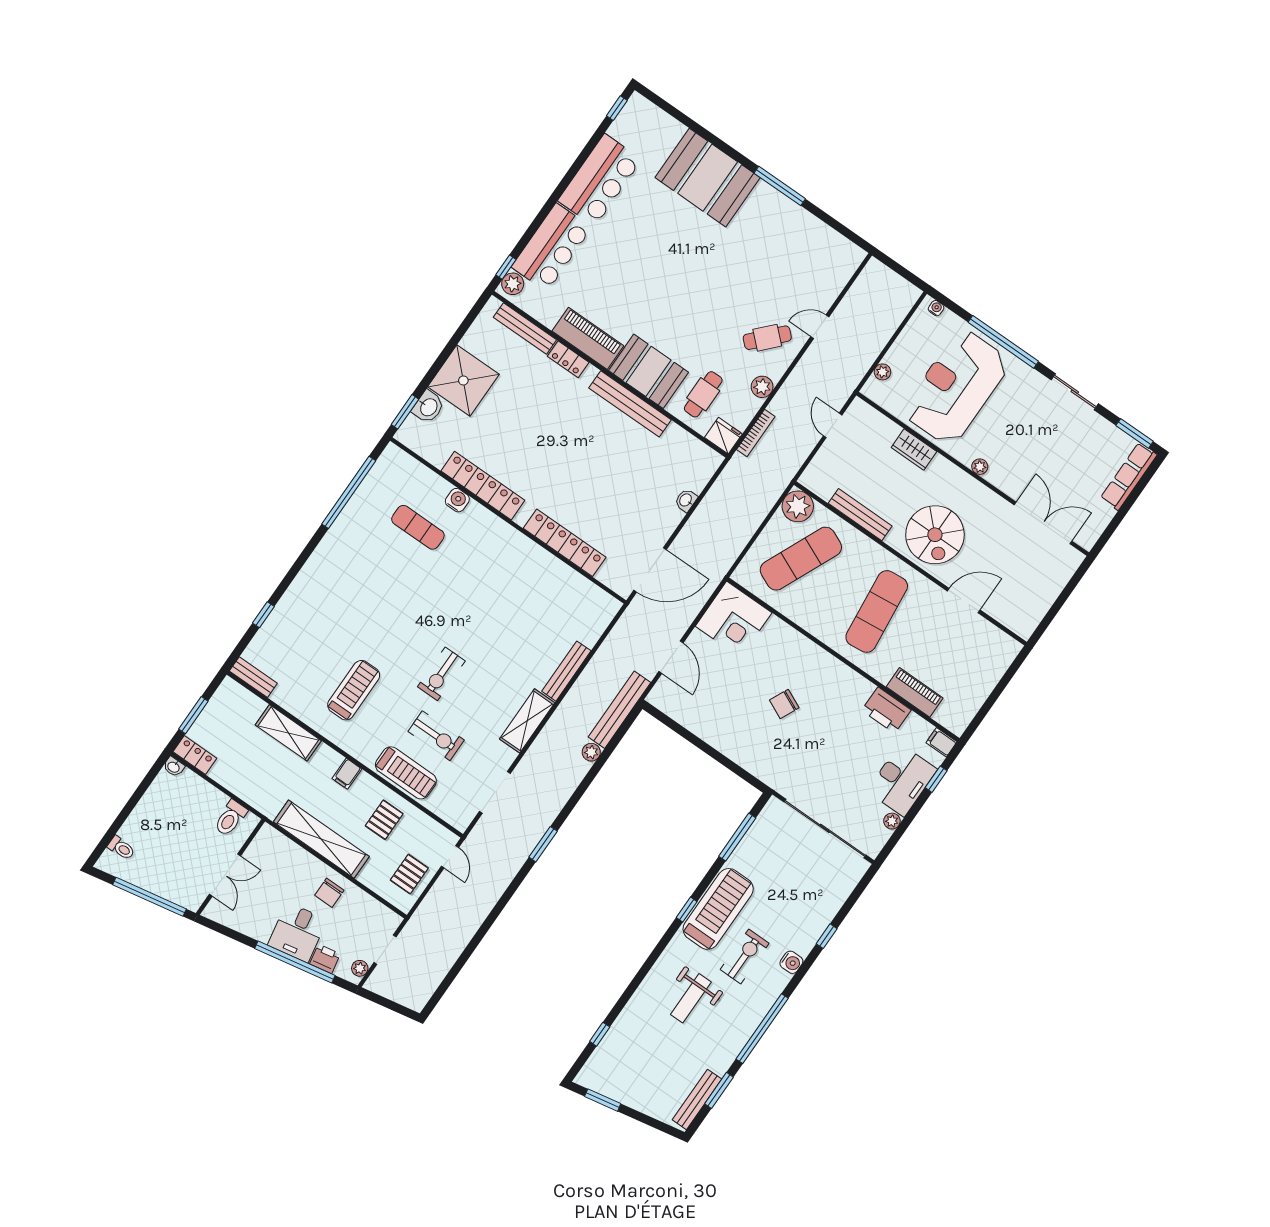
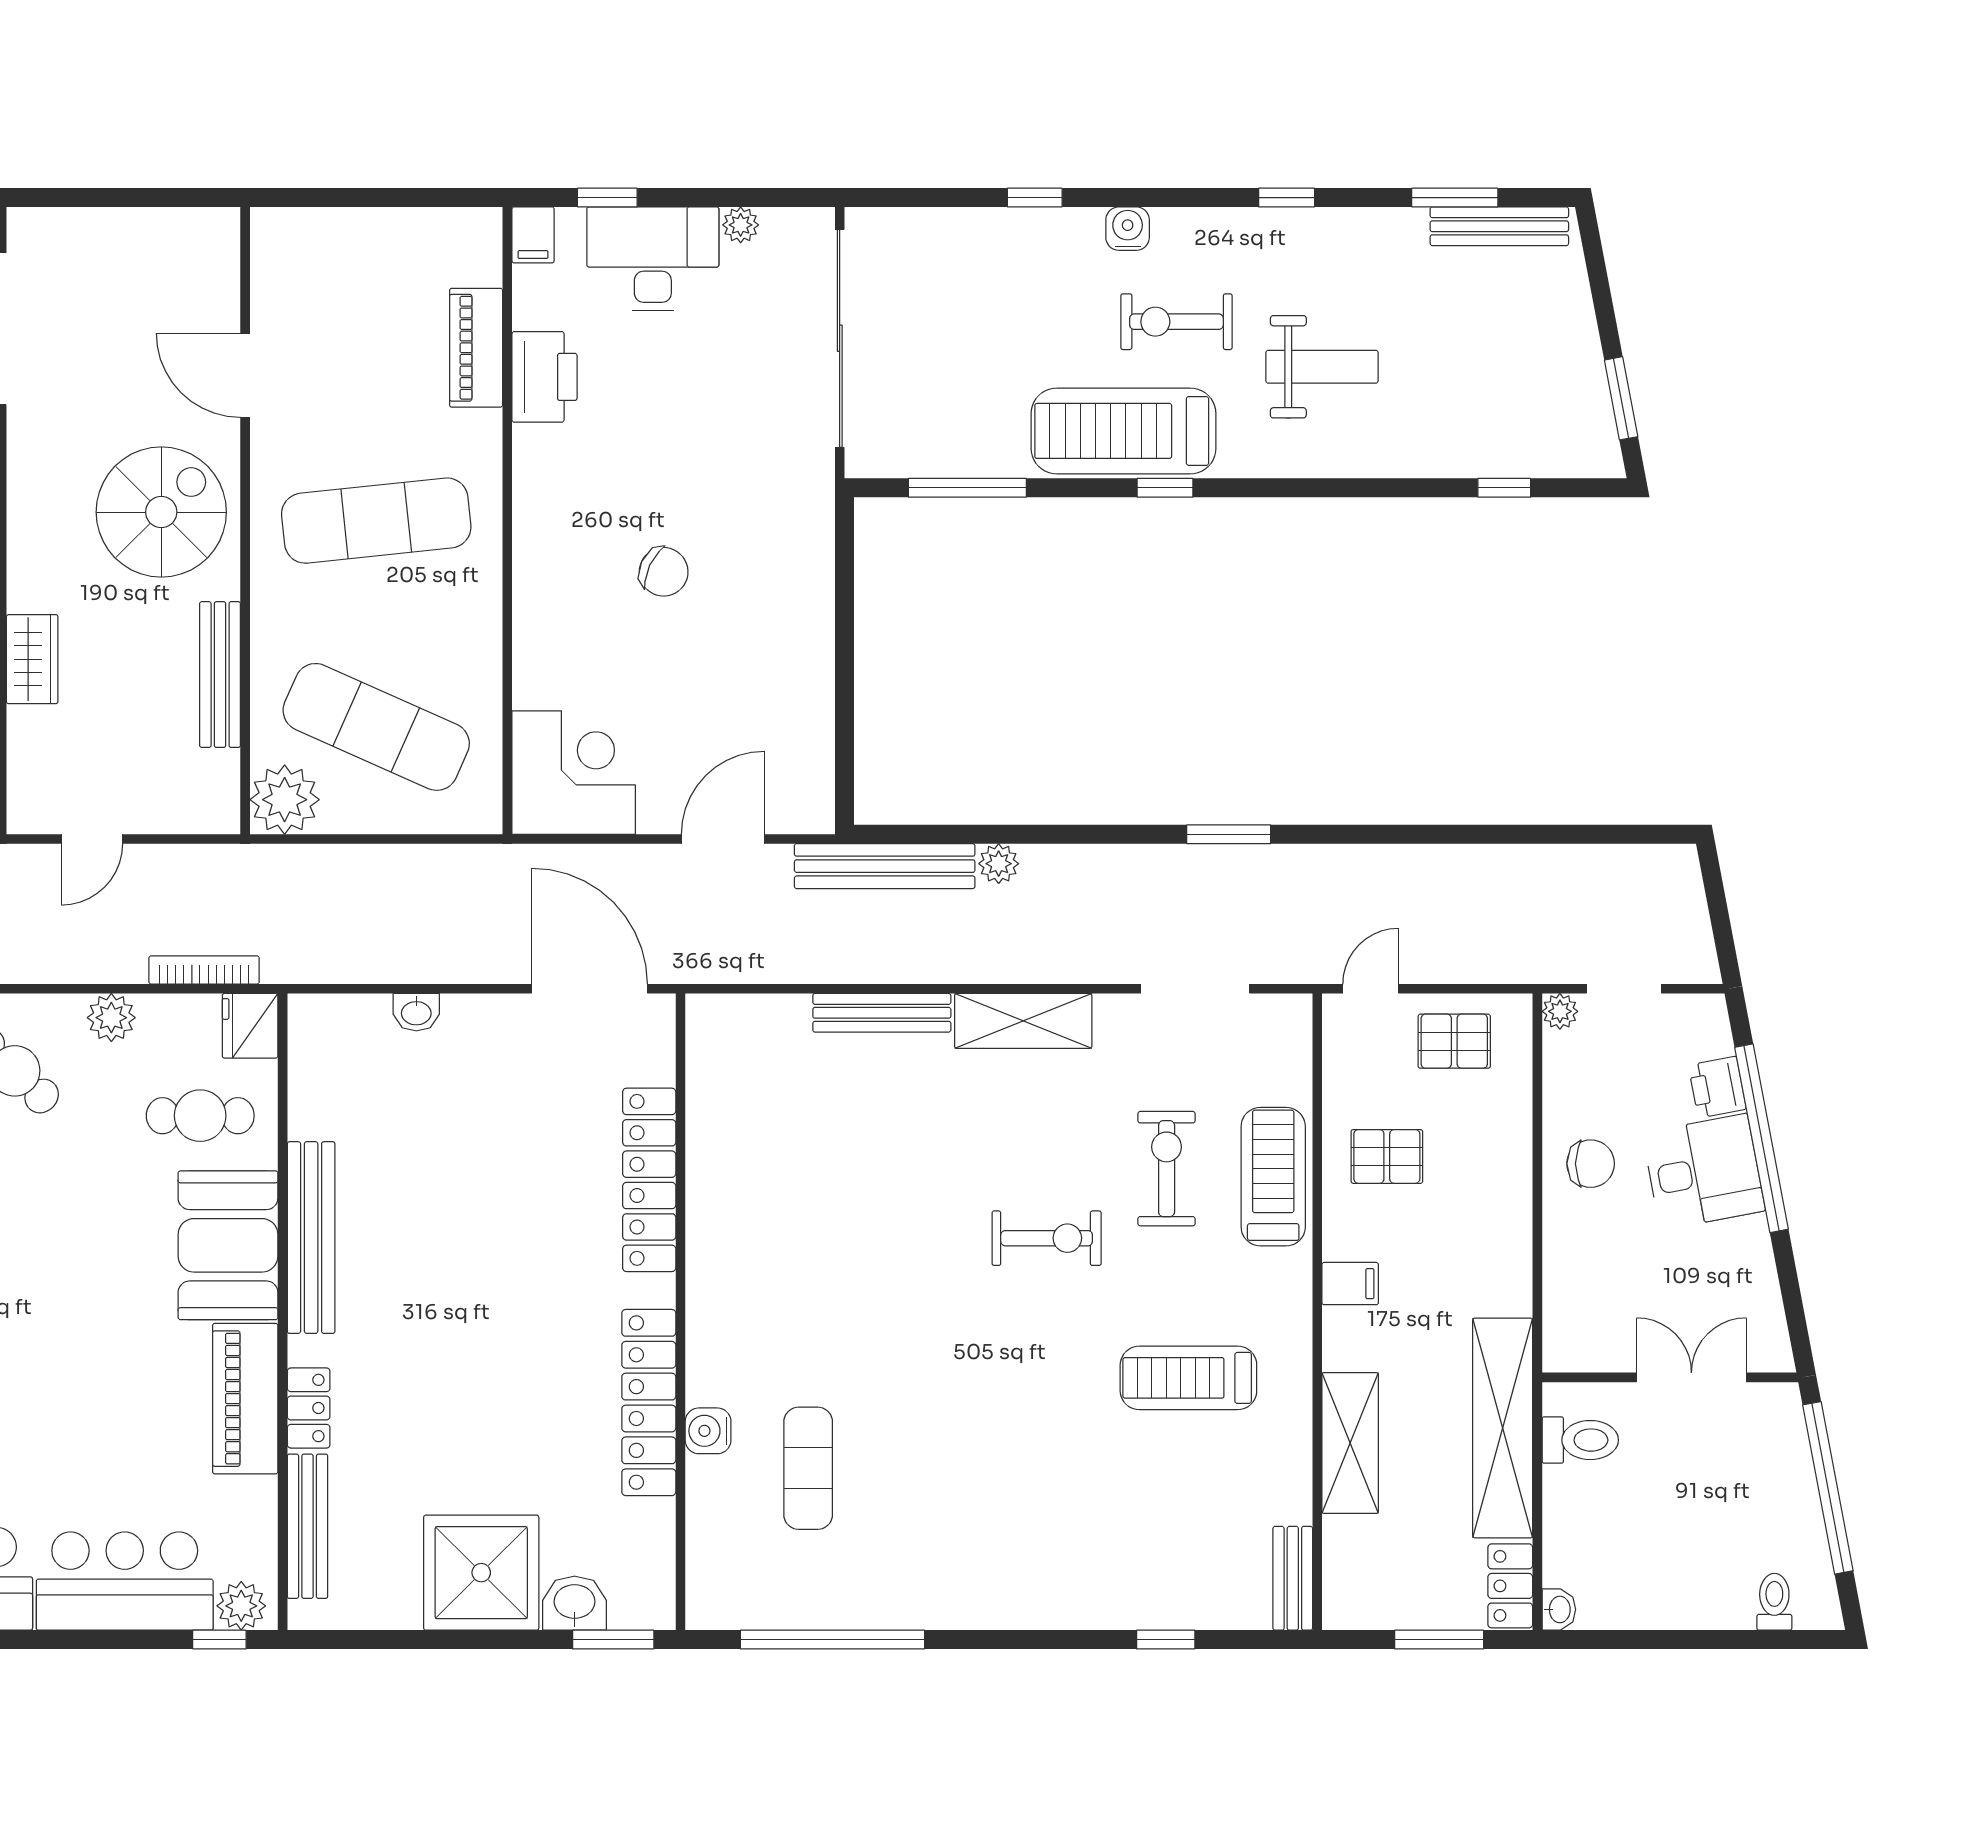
shelving: (321, 839) -> (1503, 1428), moved
plant: (360, 968) -> (1560, 1011), moved
window: (762, 1029) -> (1287, 198), width x0.32

